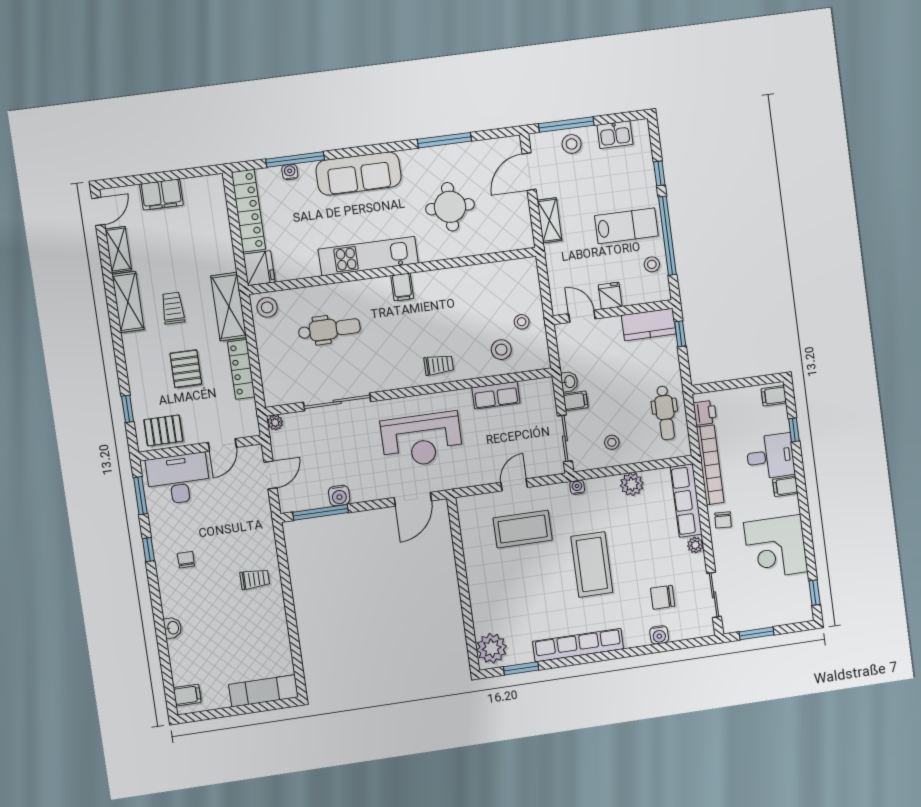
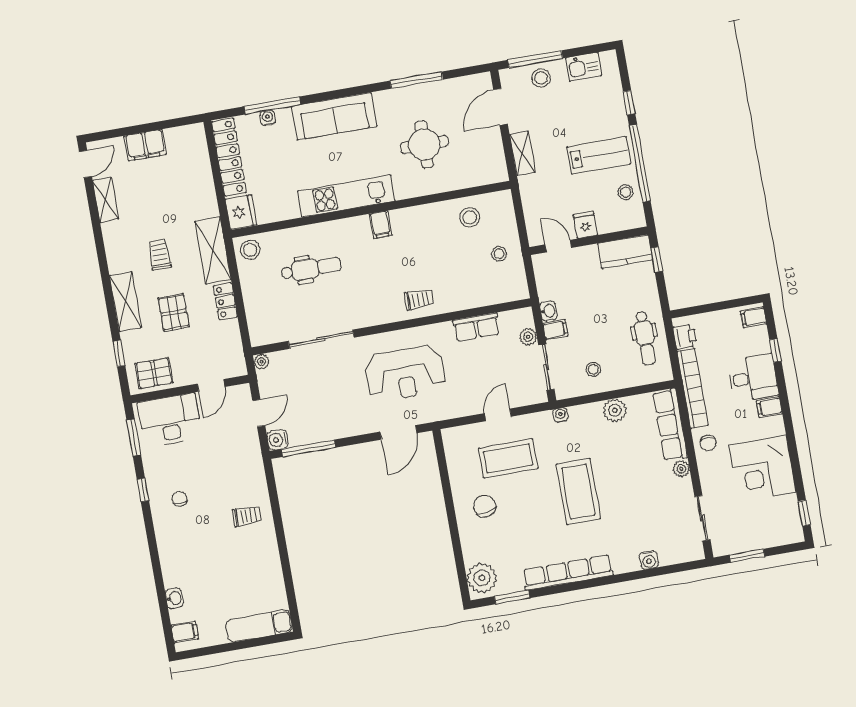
shelving: (128, 302) -> (125, 302), moved
stool: (501, 350) -> (470, 217), moved
locker: (241, 369) -> (225, 301), width x0.66
plant: (548, 407) -> (528, 337), added
water cooler: (339, 496) -> (277, 440), moved, turned 90
chair: (663, 597) -> (485, 506), moved, turned 79
washbasin: (173, 628) -> (174, 598), moved

